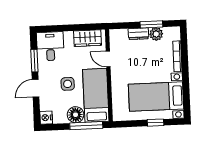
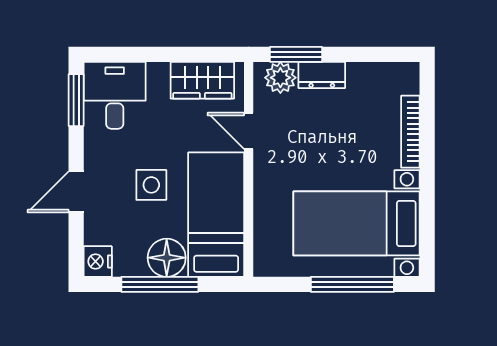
window: (151, 24) -> (296, 54), moved
plant: (156, 34) -> (280, 78), moved
window: (34, 61) -> (76, 100), moved
window: (155, 123) -> (352, 284), width x2.17
window: (86, 126) -> (160, 284), moved

